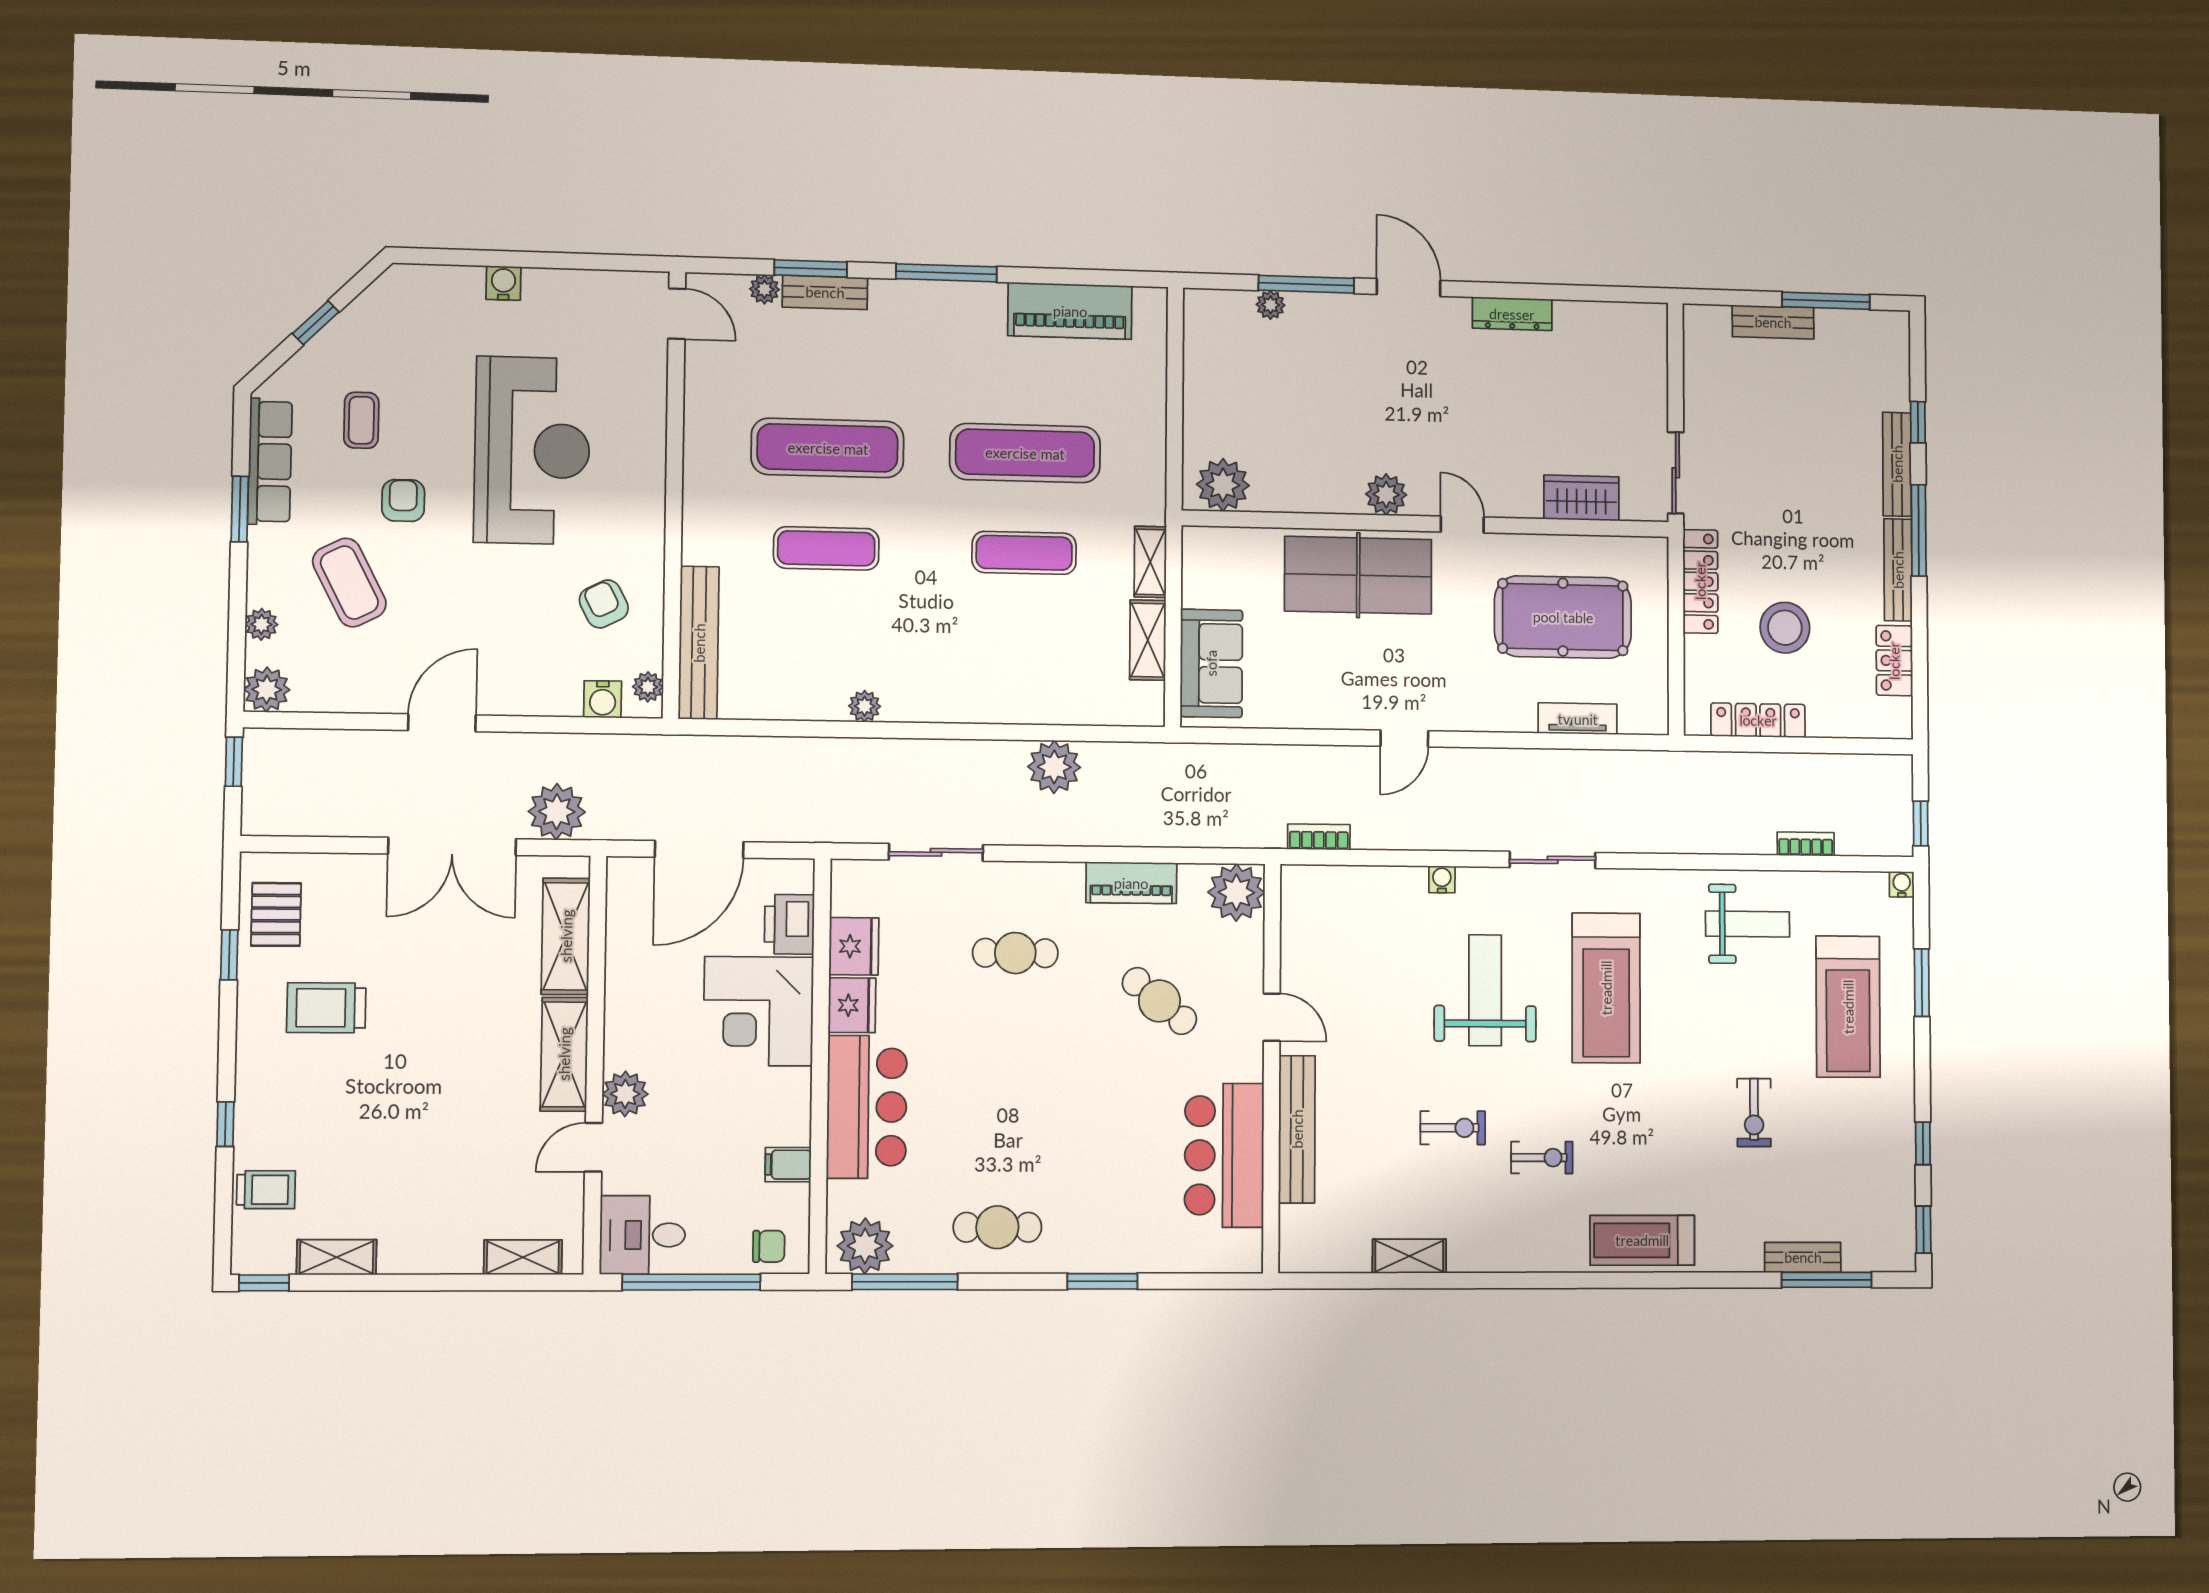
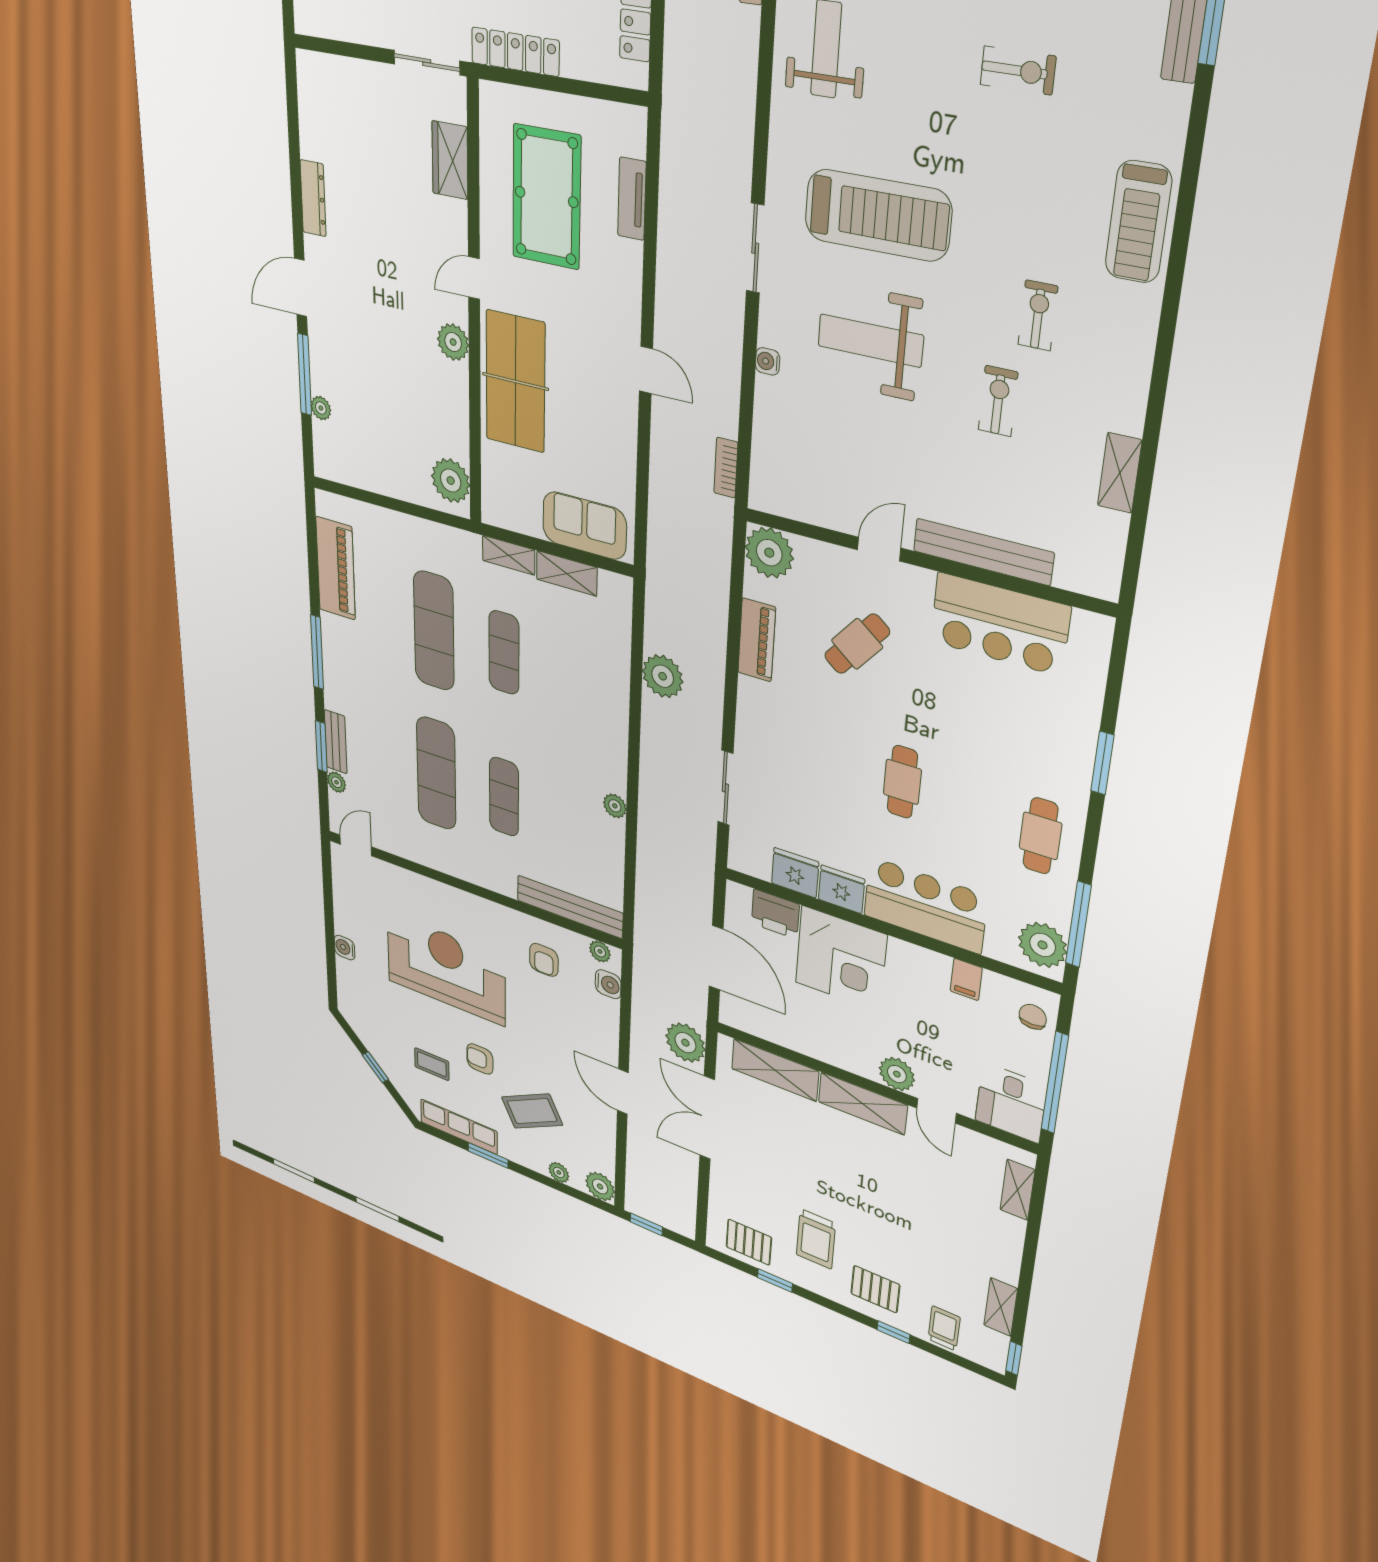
armchair: (604, 604) -> (544, 960), turned -63
double door: (452, 846) -> (707, 1118), swing flipped
cafe table: (1015, 953) -> (902, 782), moved
pallet: (284, 1094) -> (875, 1289), added

